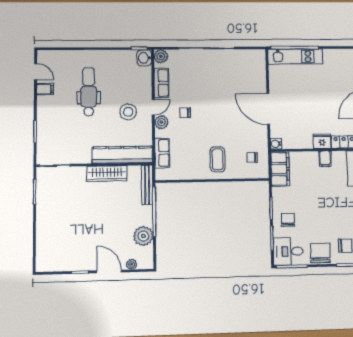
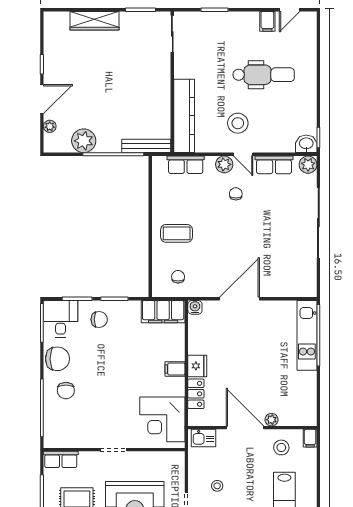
wardrobe: (107, 173) -> (95, 21), moved, turned -90

